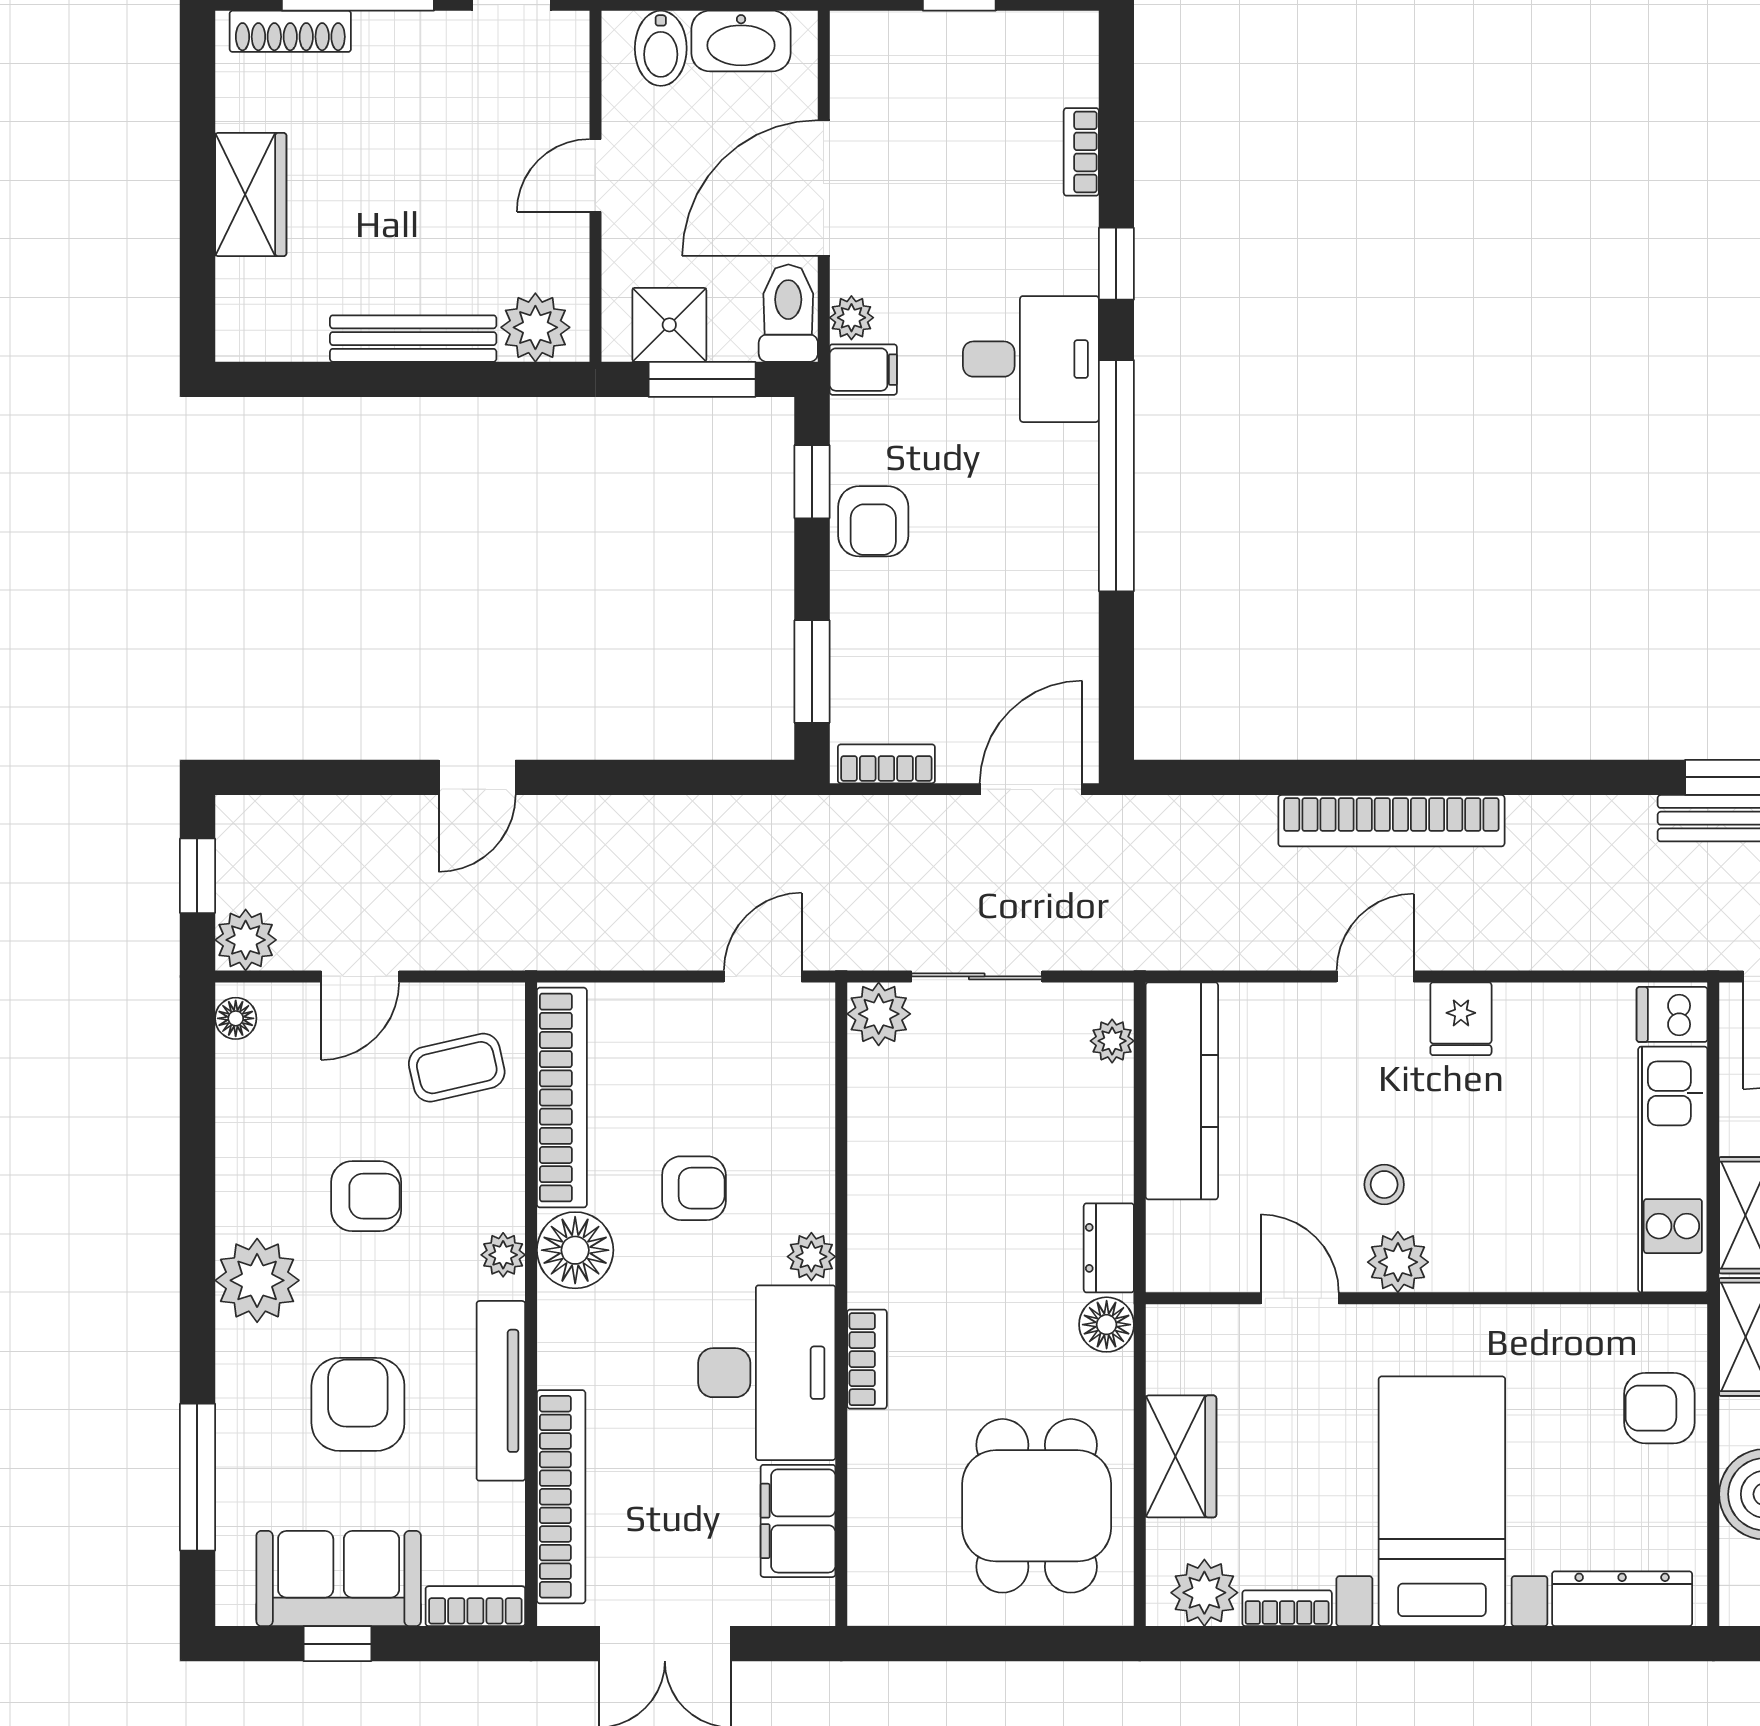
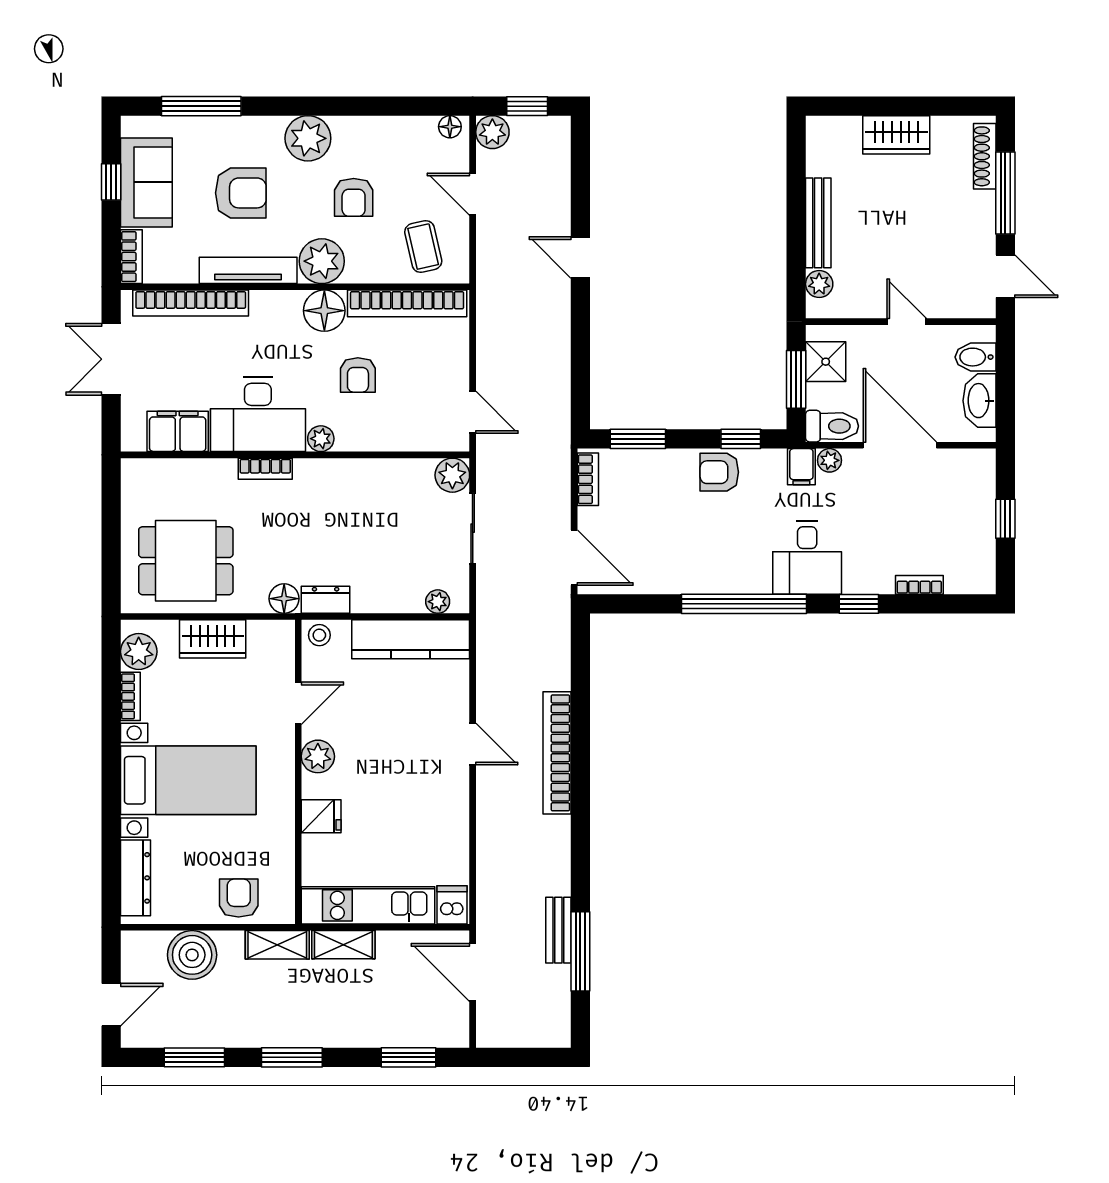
plant: (535, 327) -> (819, 284), width x0.73, depth x0.73
fridge: (1461, 1019) -> (321, 816), moved, turned 180
stool: (1384, 1185) -> (319, 635), moved
plant: (503, 1255) -> (322, 261), width x1.87, depth x1.87

